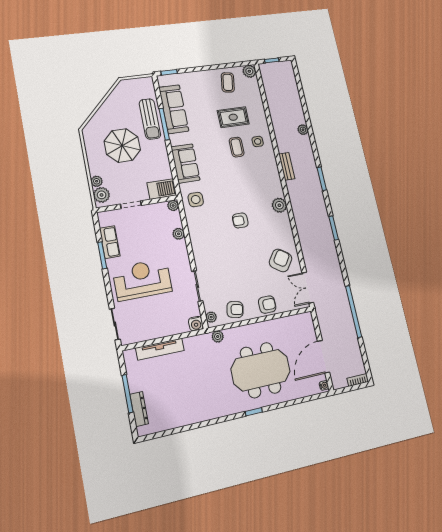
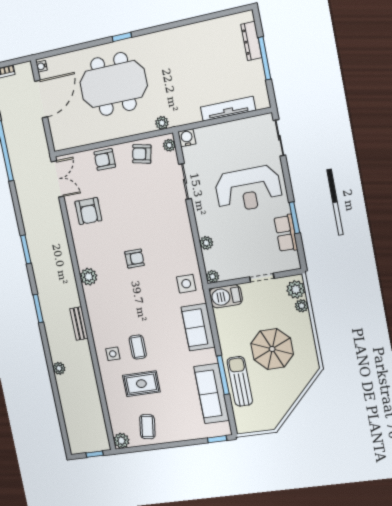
armchair: (281, 260) -> (88, 211), turned -35

